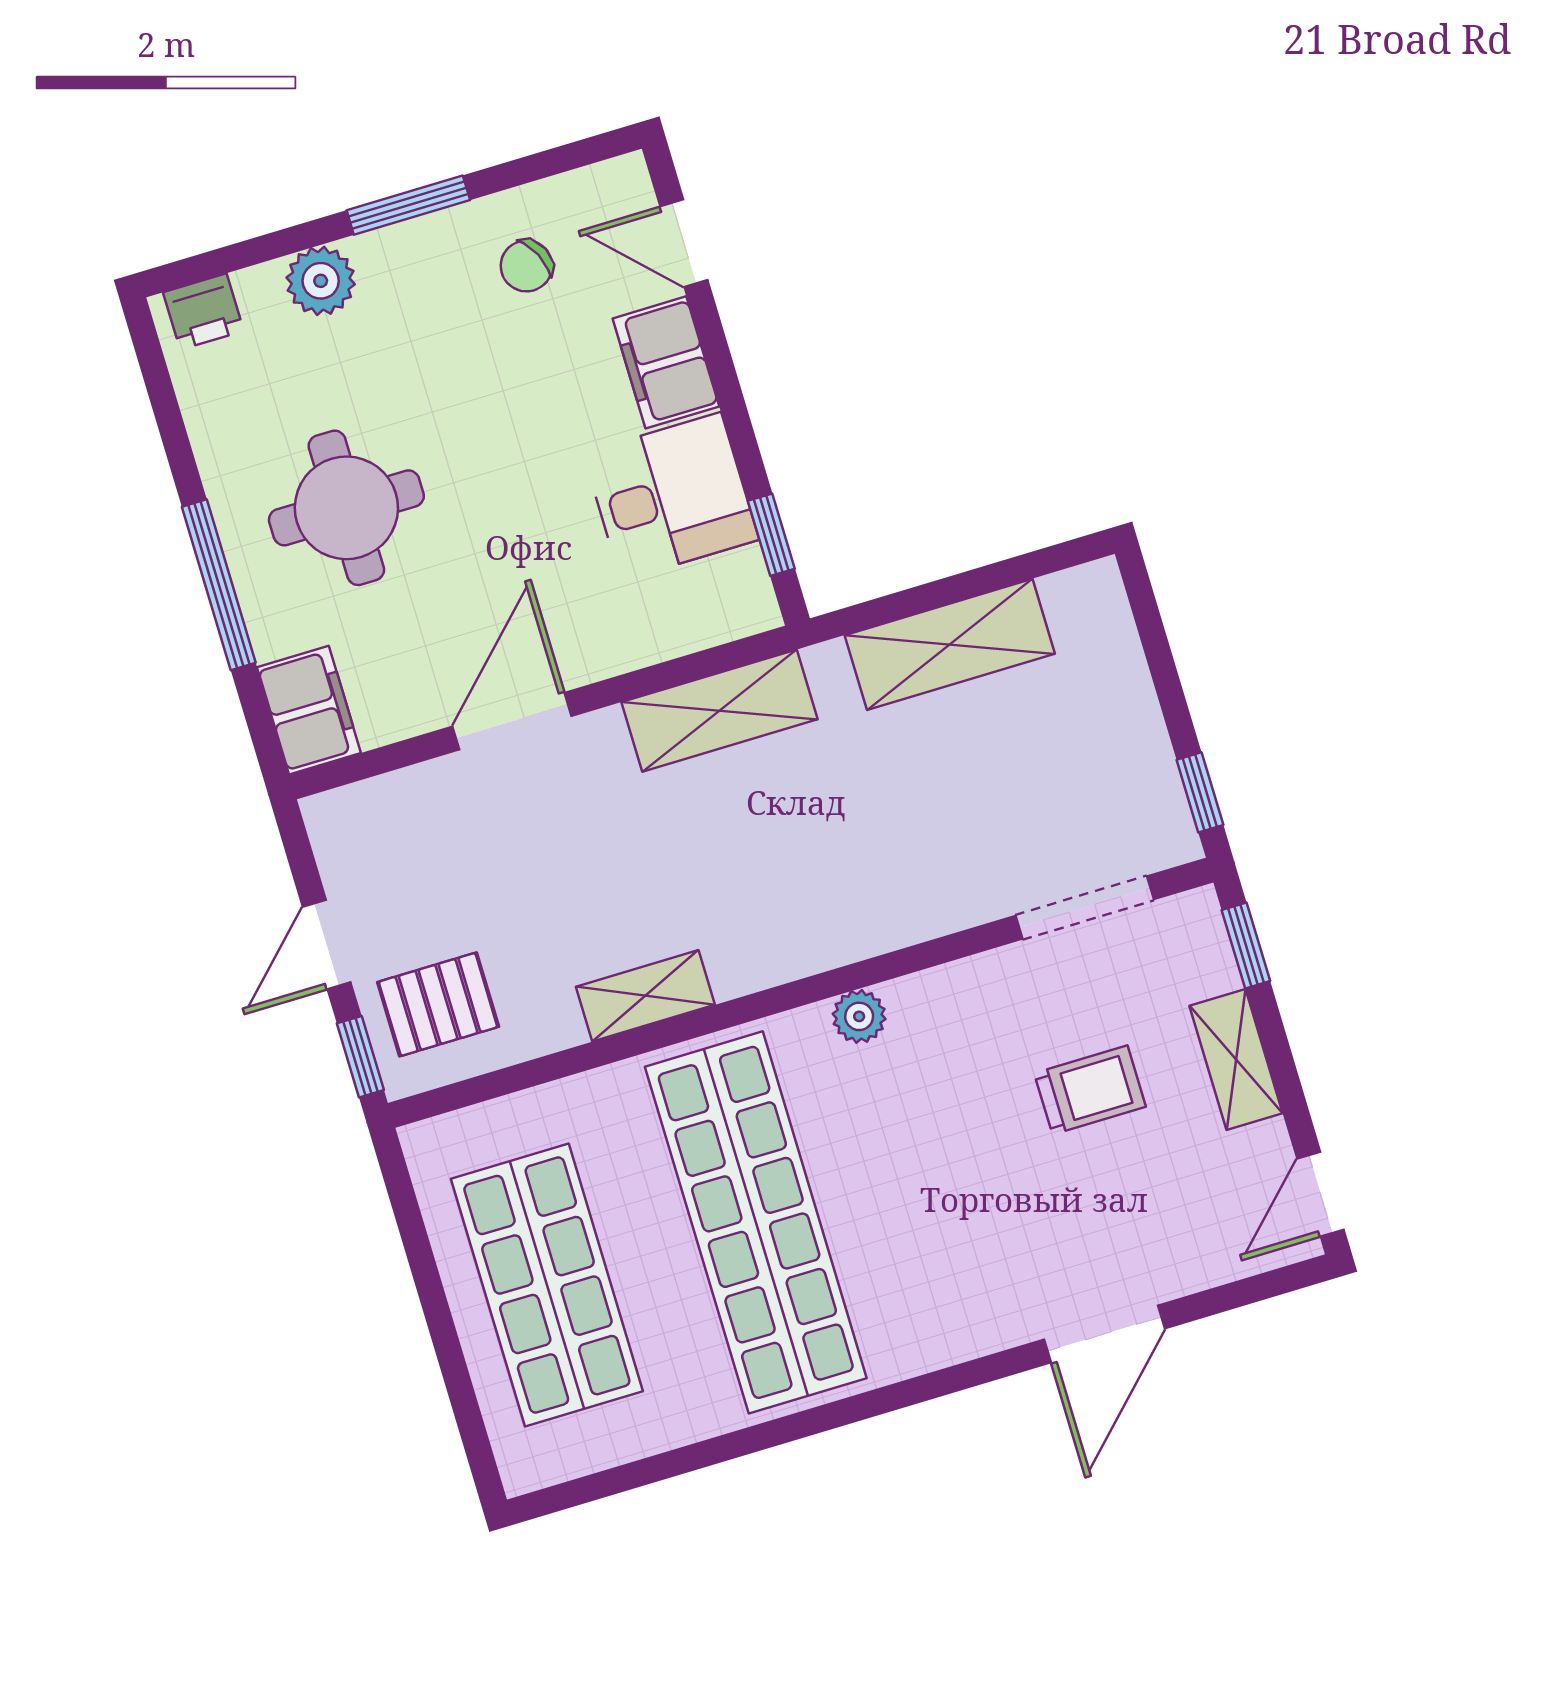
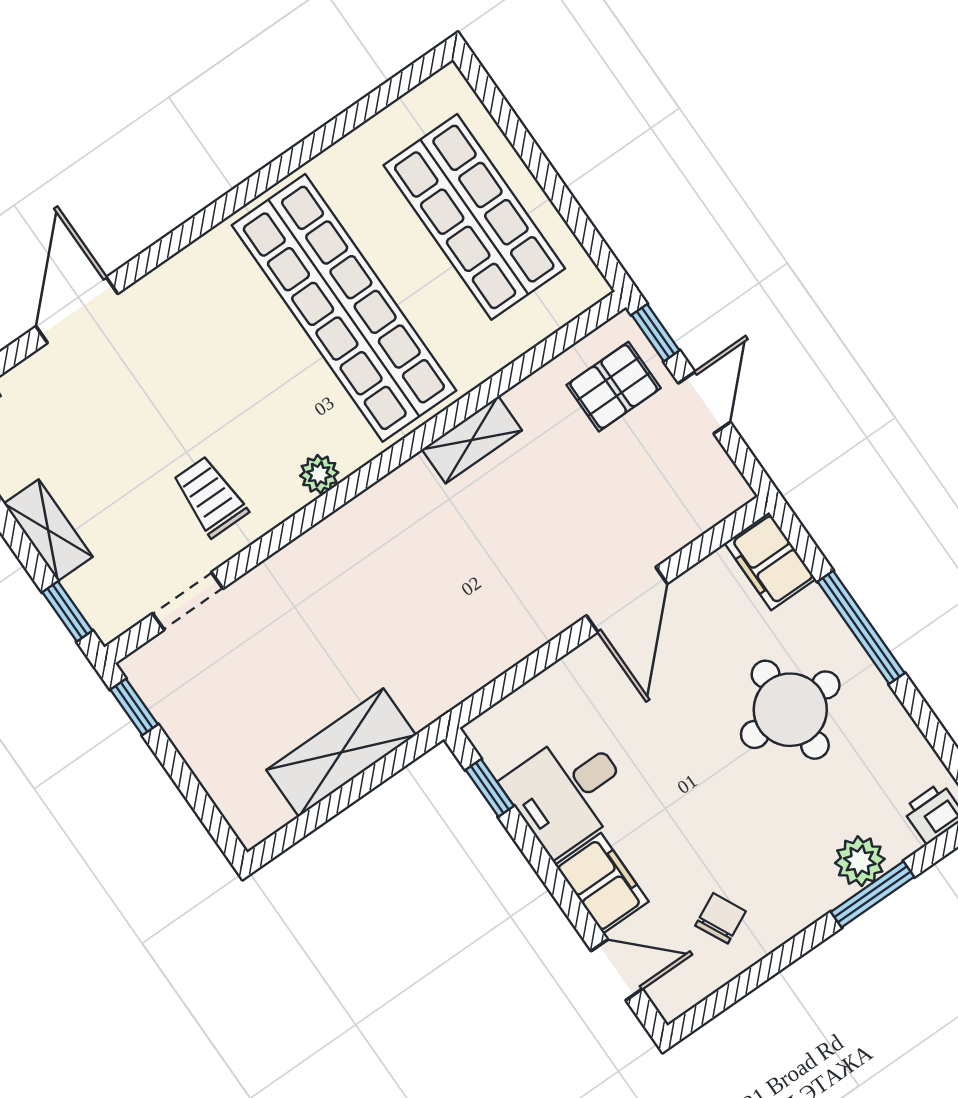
window: (408, 205) -> (872, 894), moved
shelving: (720, 711) -> (485, 654), removed
doorway: (1085, 908) -> (188, 601), width x0.73
trolley: (1090, 1090) -> (210, 497), moved, turned 90

